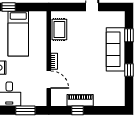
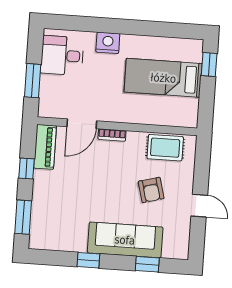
armchair: (85, 36) -> (151, 190), added
piano: (80, 100) -> (45, 147), moved
window: (106, 110) -> (23, 217), added

